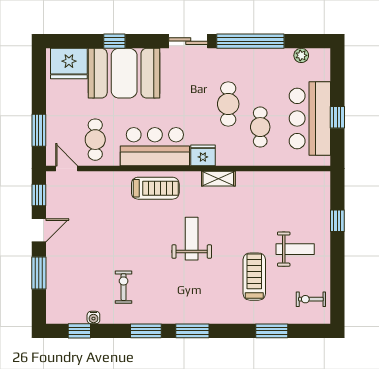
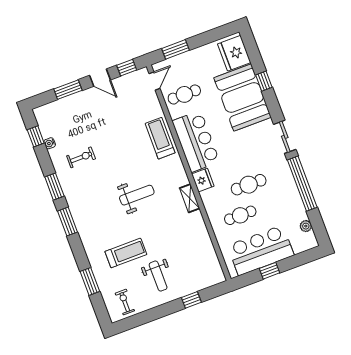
treadmill: (155, 188) -> (160, 138), moved, turned 180

